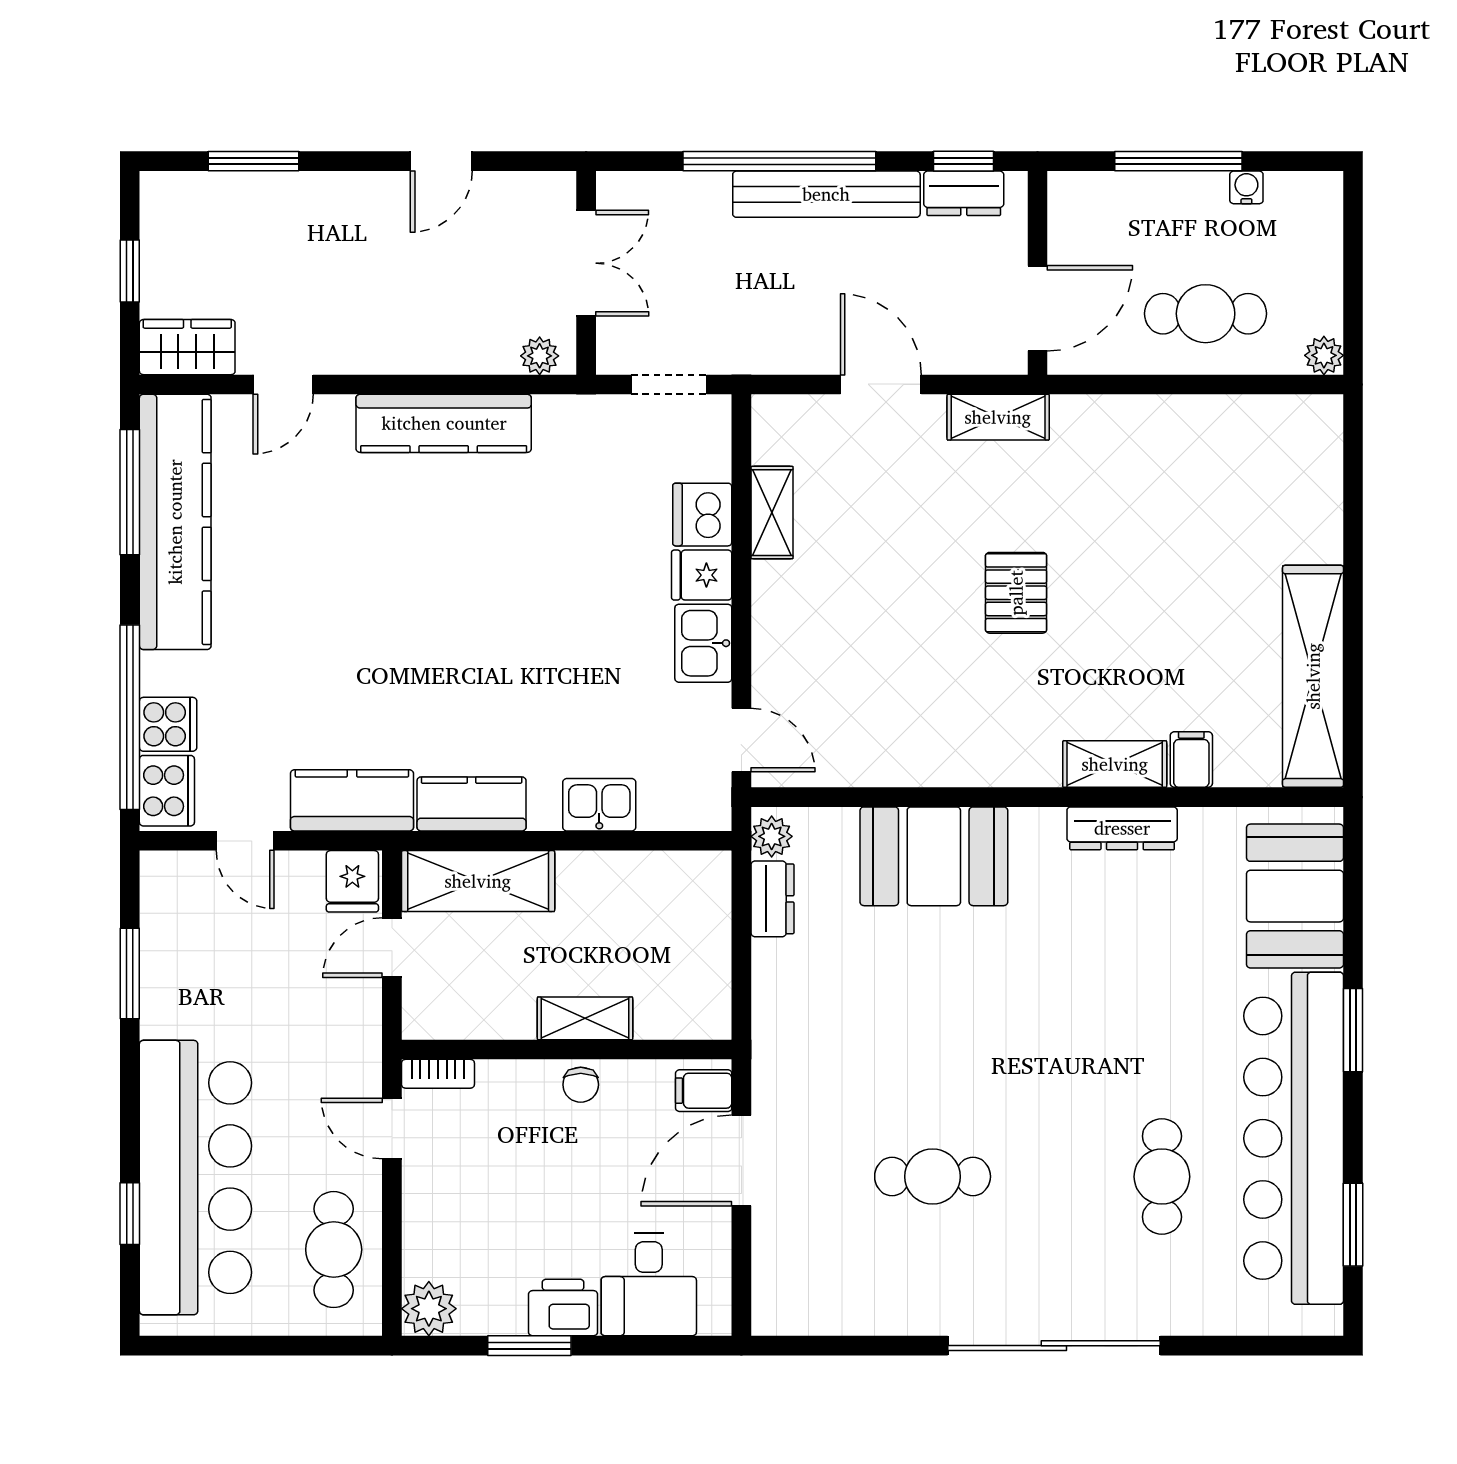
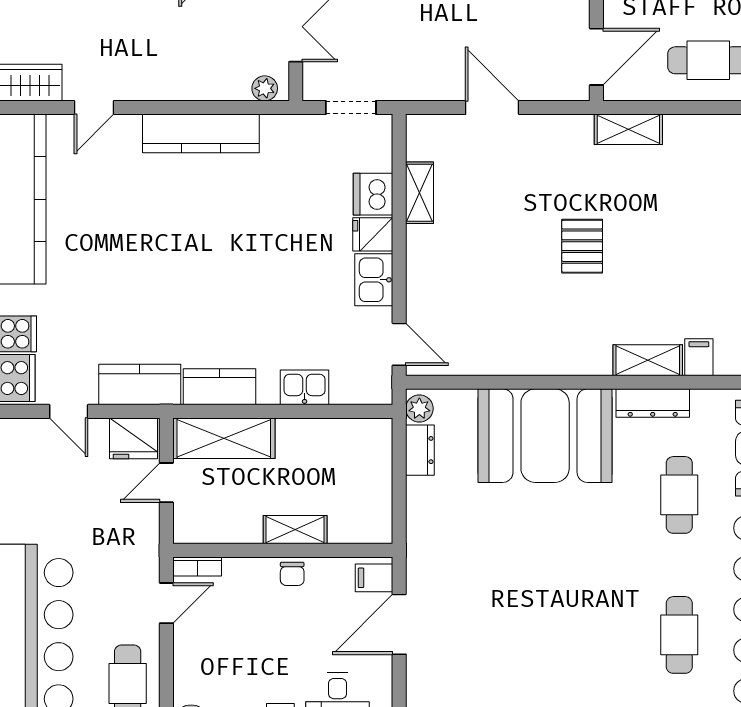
shelving: (998, 417) -> (628, 129), moved
booth: (934, 856) -> (545, 436), width x1.36, depth x1.42
fridge: (352, 881) -> (133, 438), width x1.38
door: (392, 1129) -> (166, 603), swing flipped
cafe table: (933, 1177) -> (679, 495), moved, turned 90

